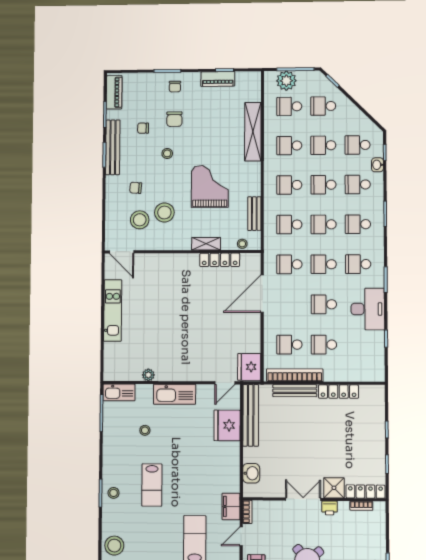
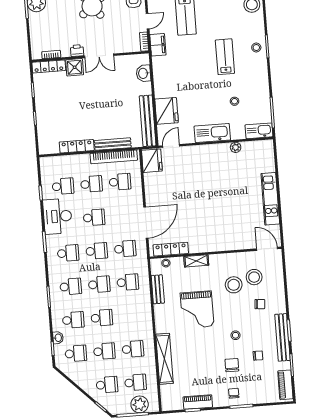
school desk: (289, 185) -> (63, 186), moved
locker: (220, 260) -> (171, 249), moved

